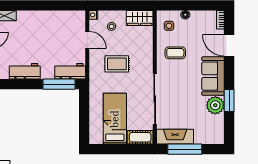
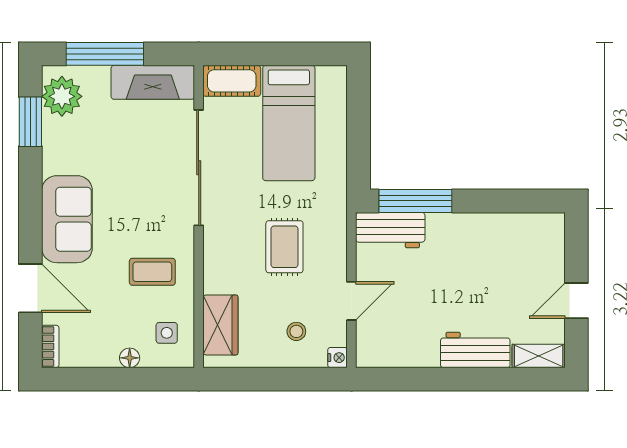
wardrobe: (140, 18) -> (220, 325), moved, turned 90
door: (87, 40) -> (351, 301), swing flipped
rug: (117, 64) -> (284, 247), turned 90
workbench: (25, 71) -> (475, 350), moved, turned 180
window: (229, 100) -> (30, 122), moved
plant: (215, 105) -> (62, 96), moved
window: (185, 149) -> (105, 54), moved

